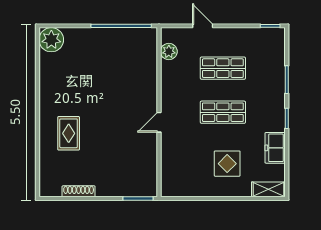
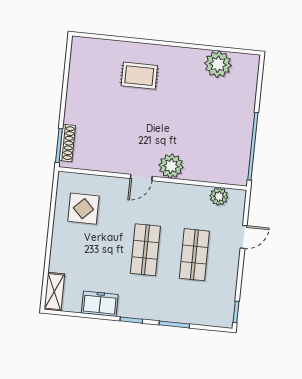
plant: (51, 40) -> (218, 64), moved
plant: (146, 97) -> (171, 166), added
door: (159, 122) -> (141, 177), swing flipped
display table: (227, 164) -> (83, 209), moved
shoe rack: (79, 191) -> (67, 143), moved

